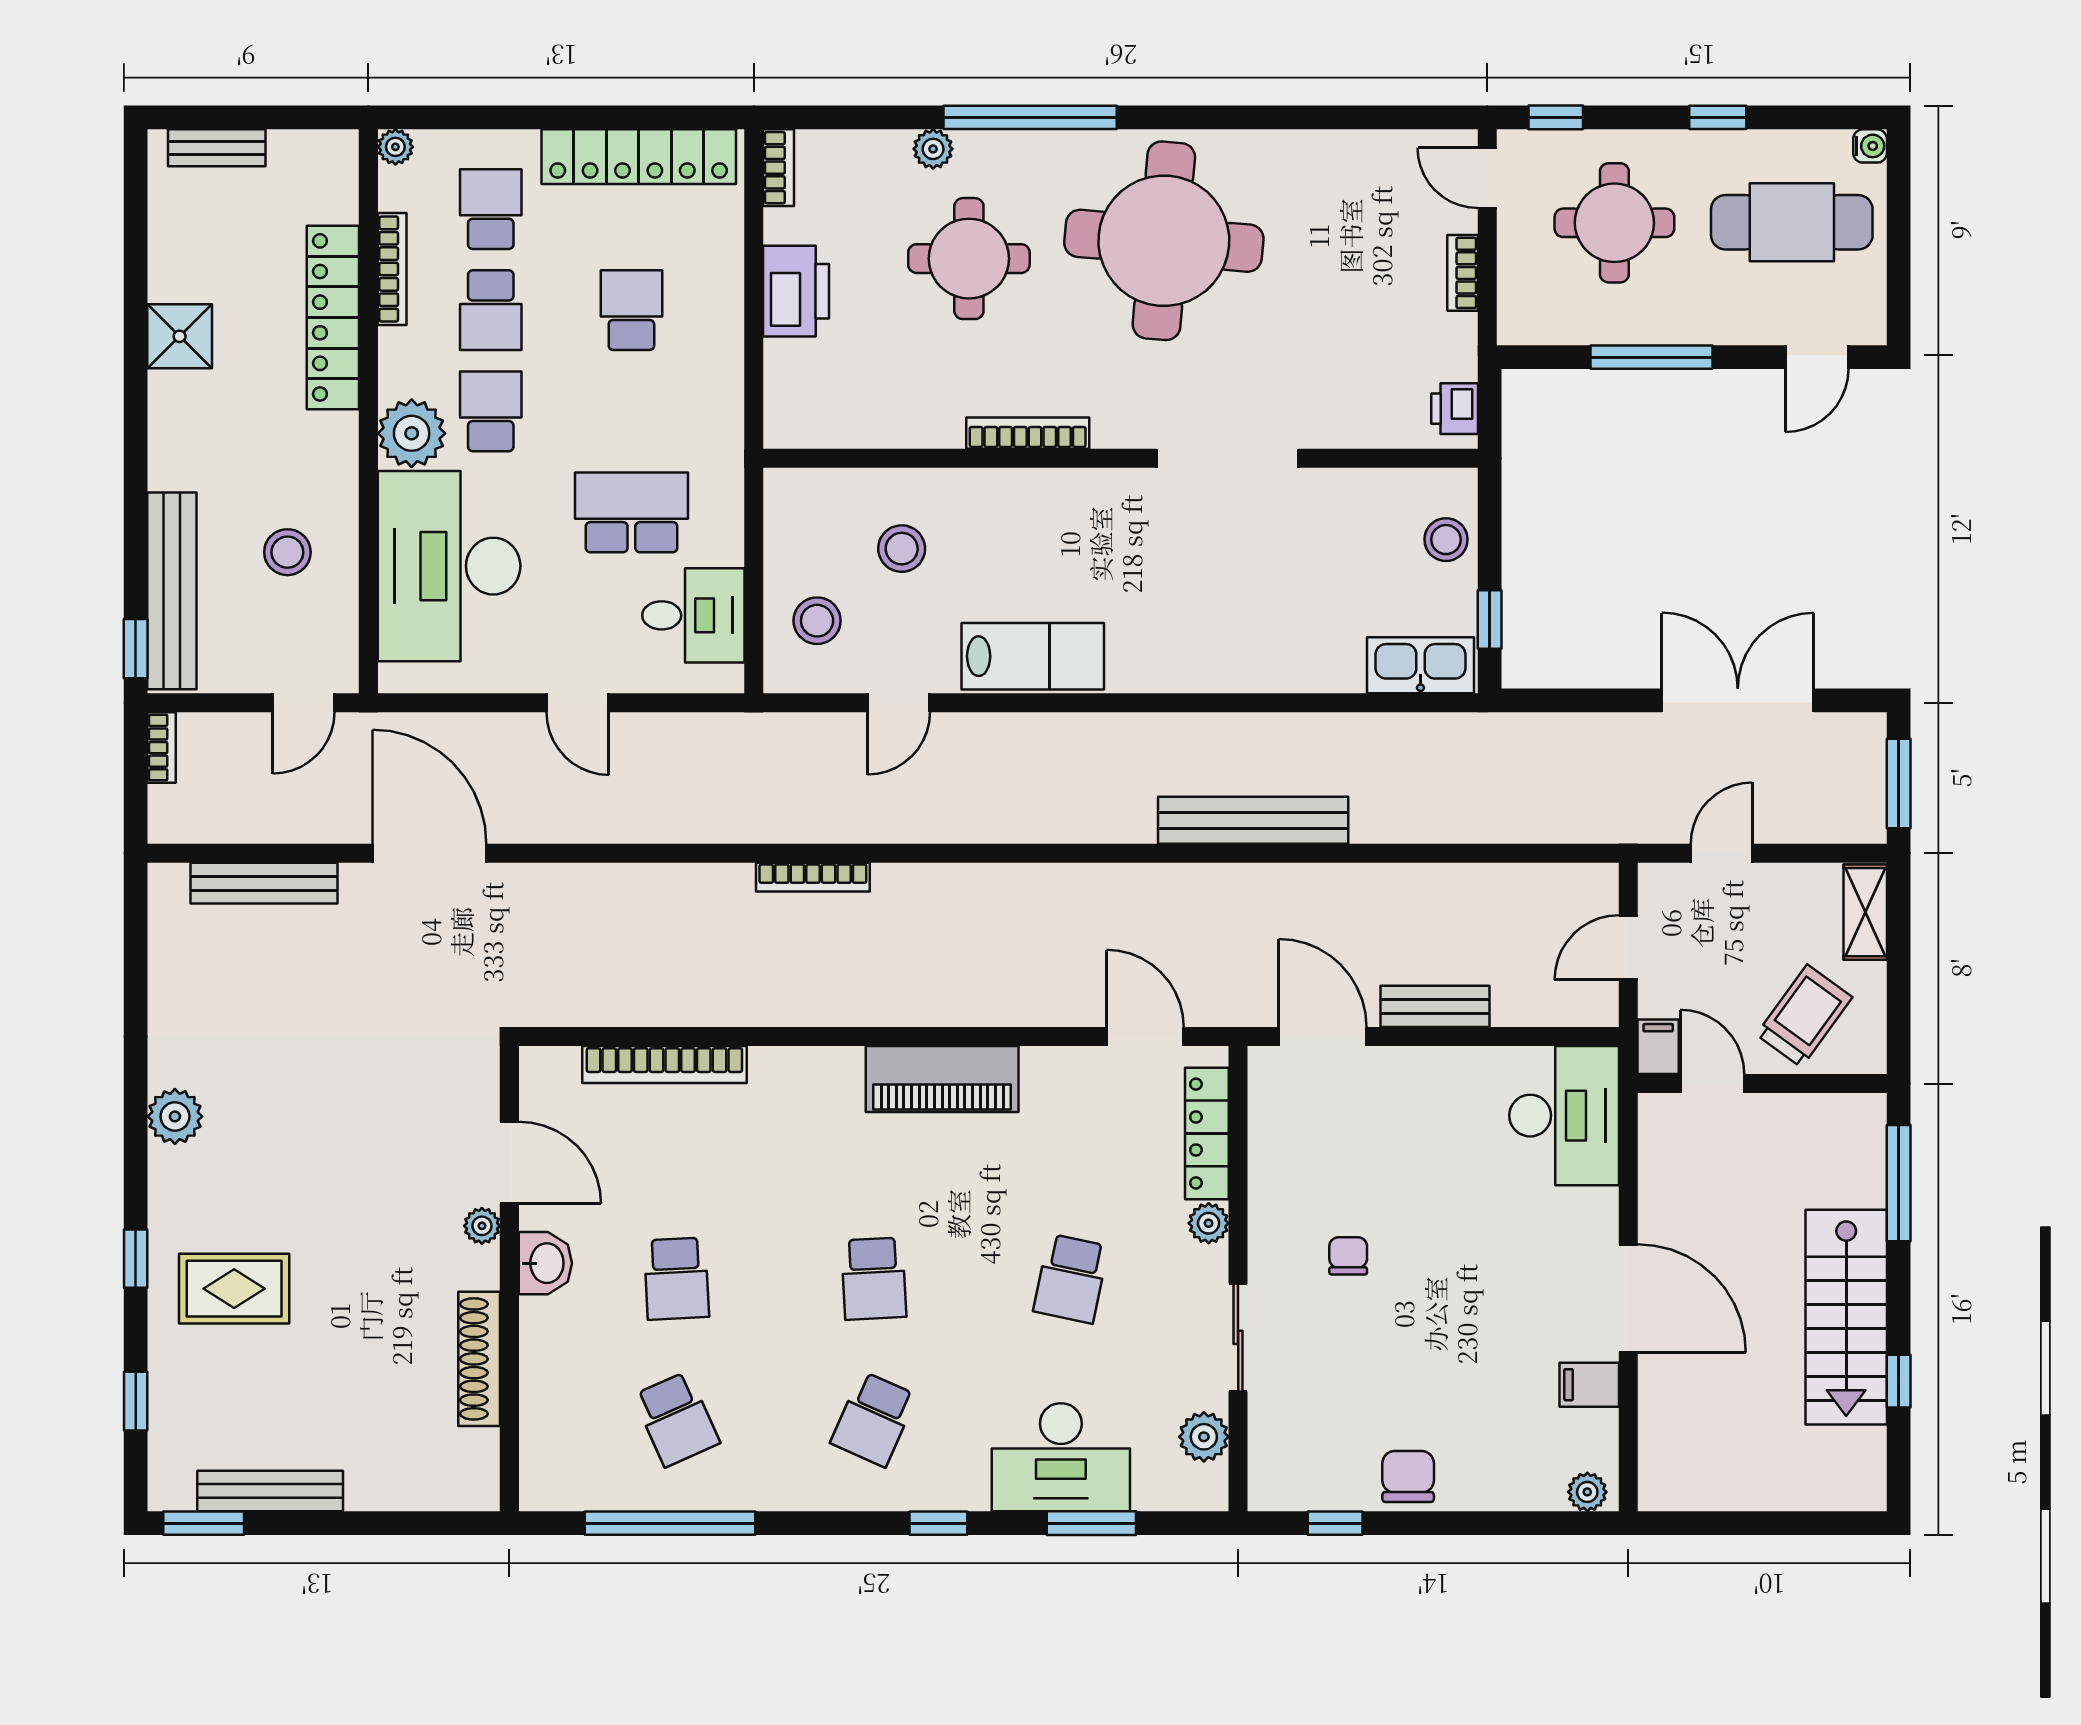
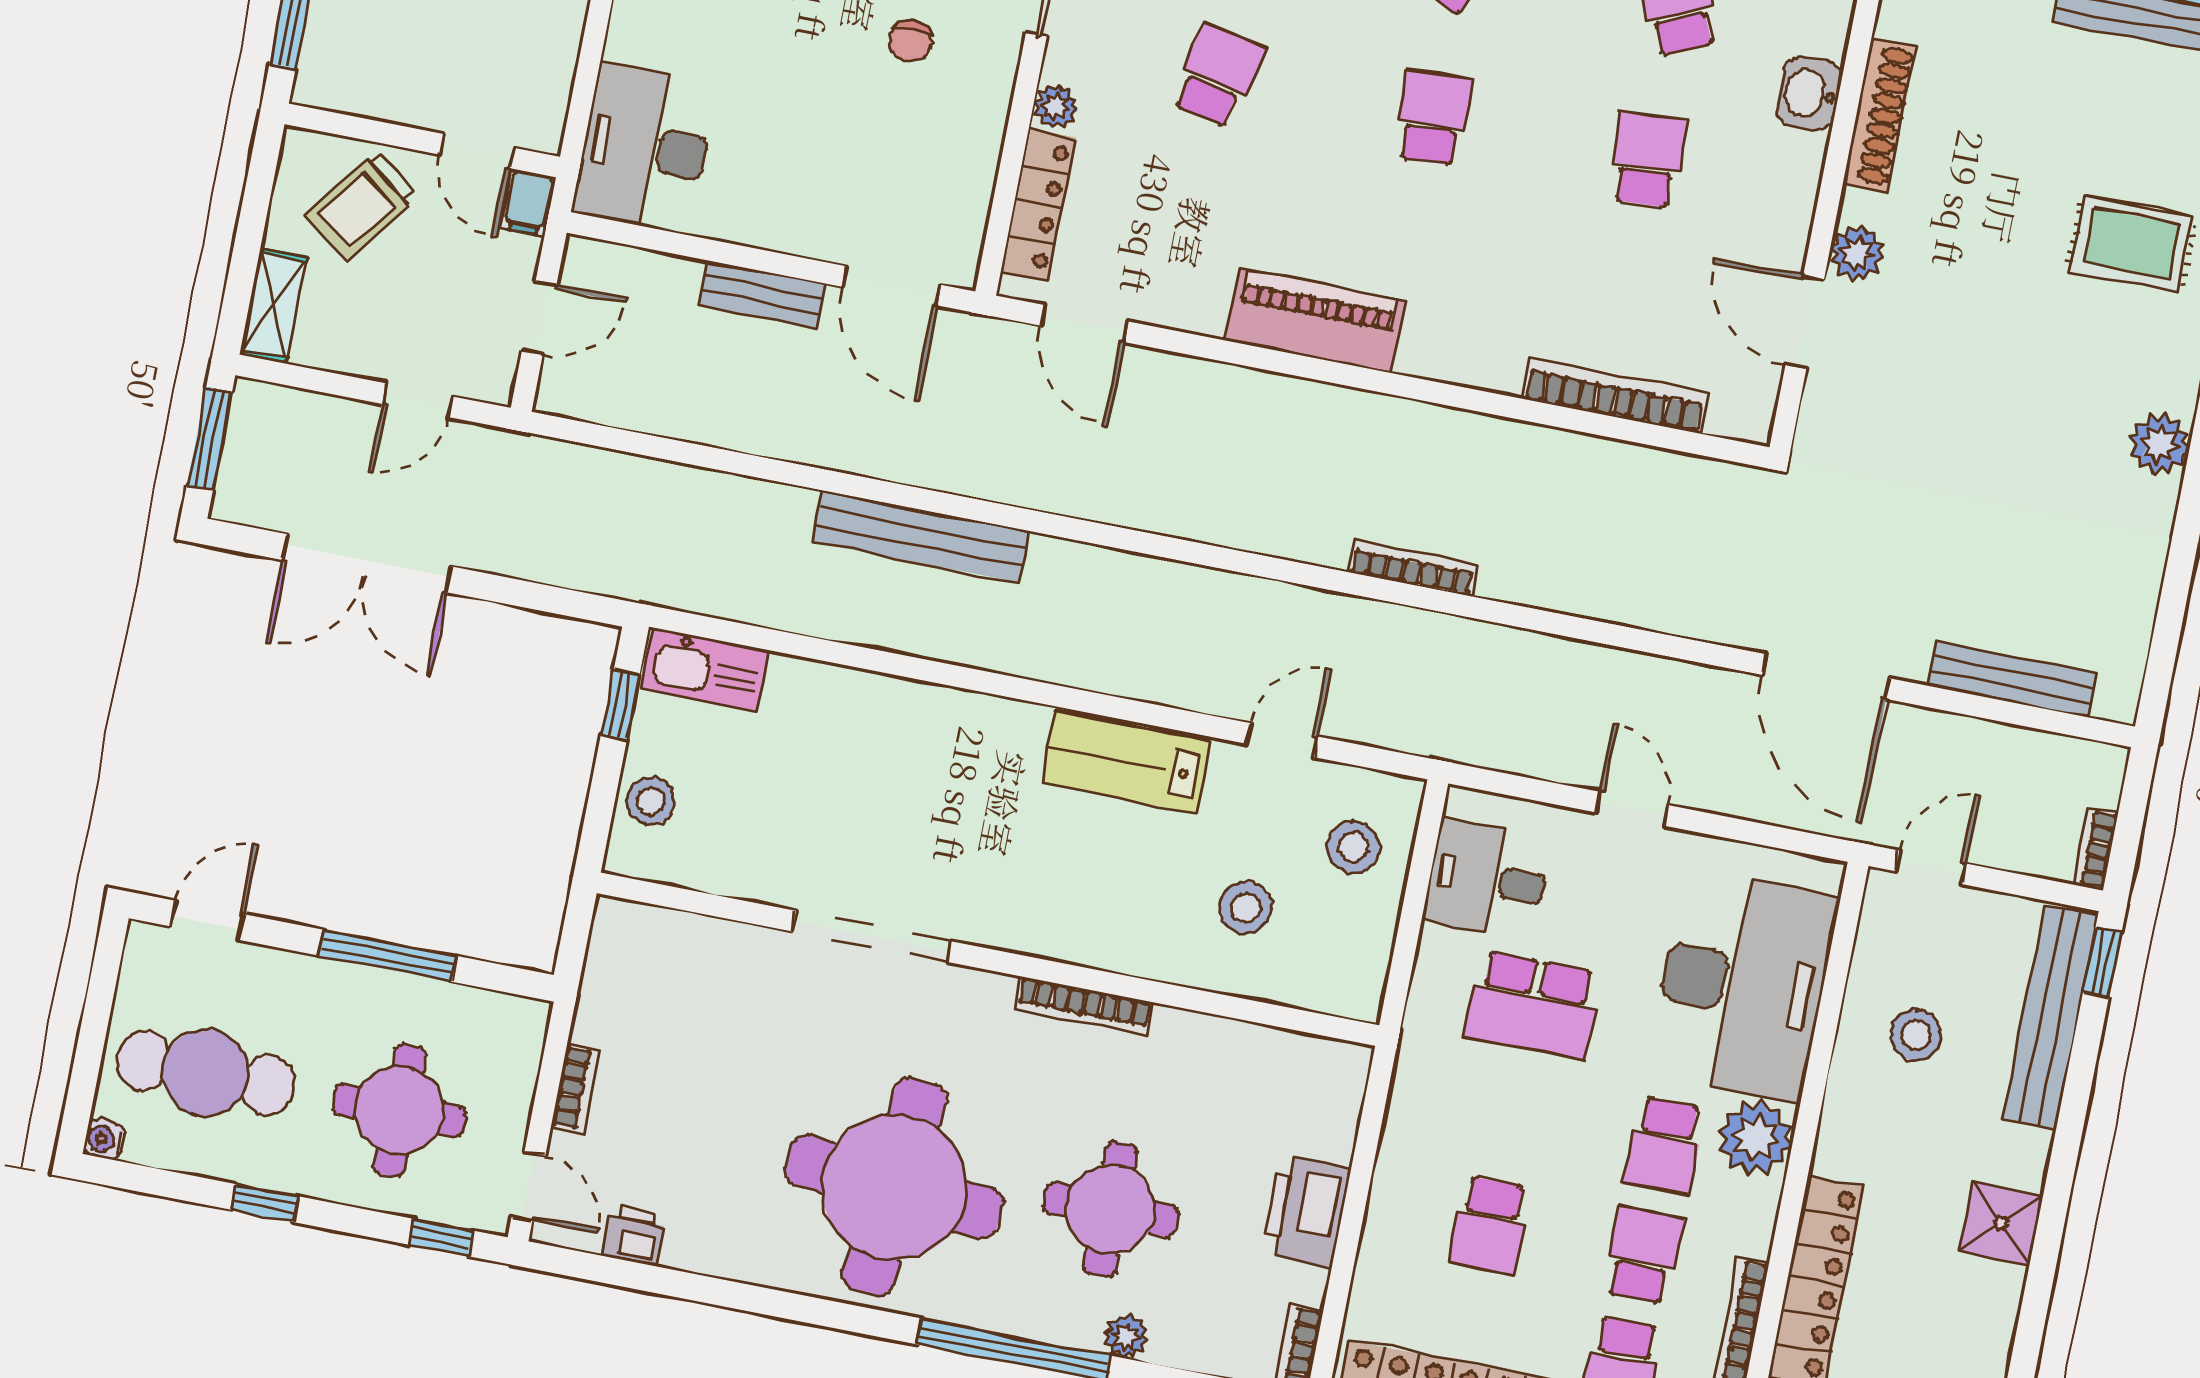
shower: (180, 336) -> (2001, 1223), moved
printer: (1455, 409) -> (633, 1236), moved, turned -90
plant: (482, 1226) -> (1857, 253), width x1.38, depth x1.38
washbasin: (545, 1263) -> (1809, 94), moved

